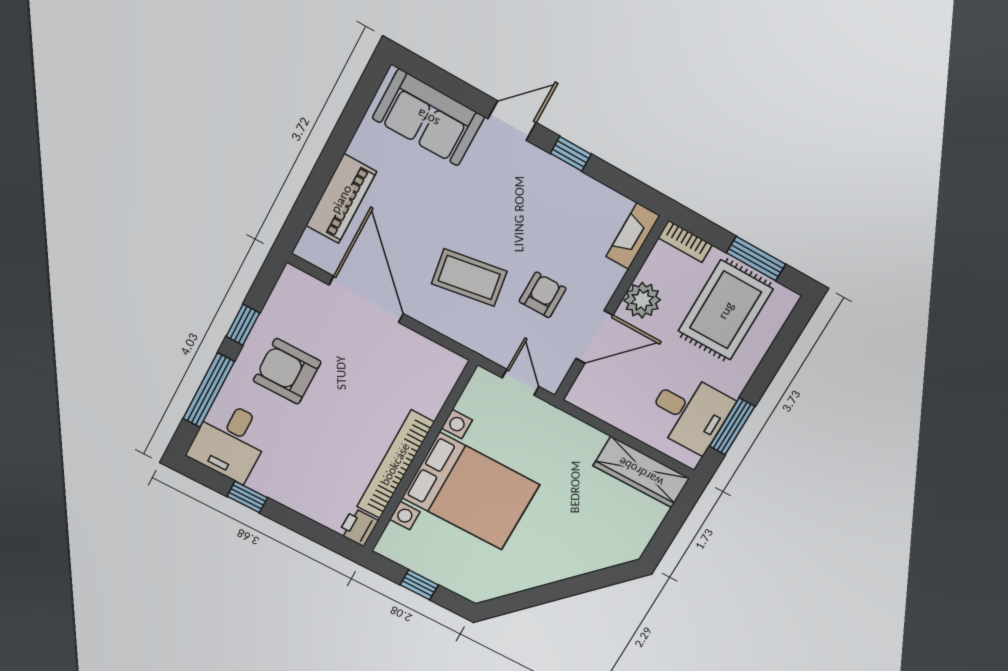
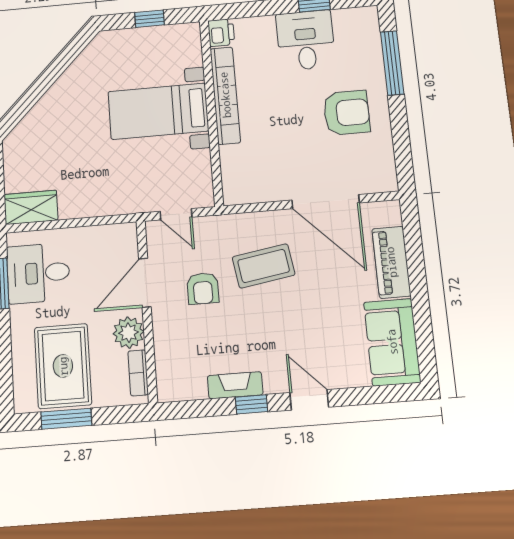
sofa: (428, 118) -> (392, 342), moved, turned -90
door: (512, 121) -> (309, 400), swing flipped
fireplace: (633, 236) -> (235, 385), moved, turned -90
bookcase: (685, 241) -> (138, 373), moved, turned -90
window: (243, 325) -> (399, 126), removed
desk: (230, 441) -> (306, 40), moved
wardrobe: (641, 472) -> (31, 207), width x0.67
bed with nightstands: (471, 491) -> (158, 111), width x0.73

